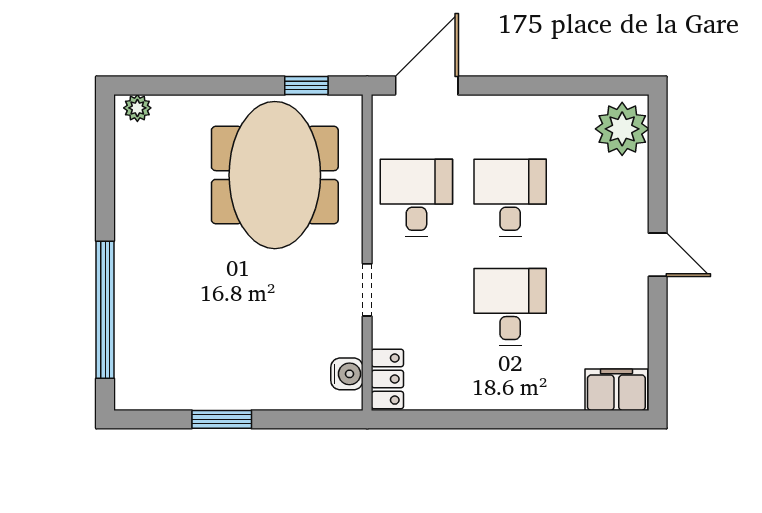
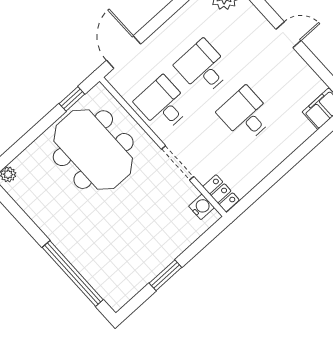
doorway: (367, 290) -> (178, 163), width x1.38

